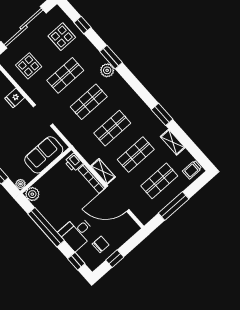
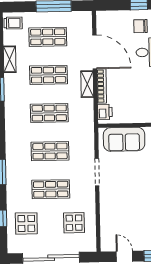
plant: (107, 70) -> (13, 164), removed
fridge: (15, 98) -> (108, 206), removed

